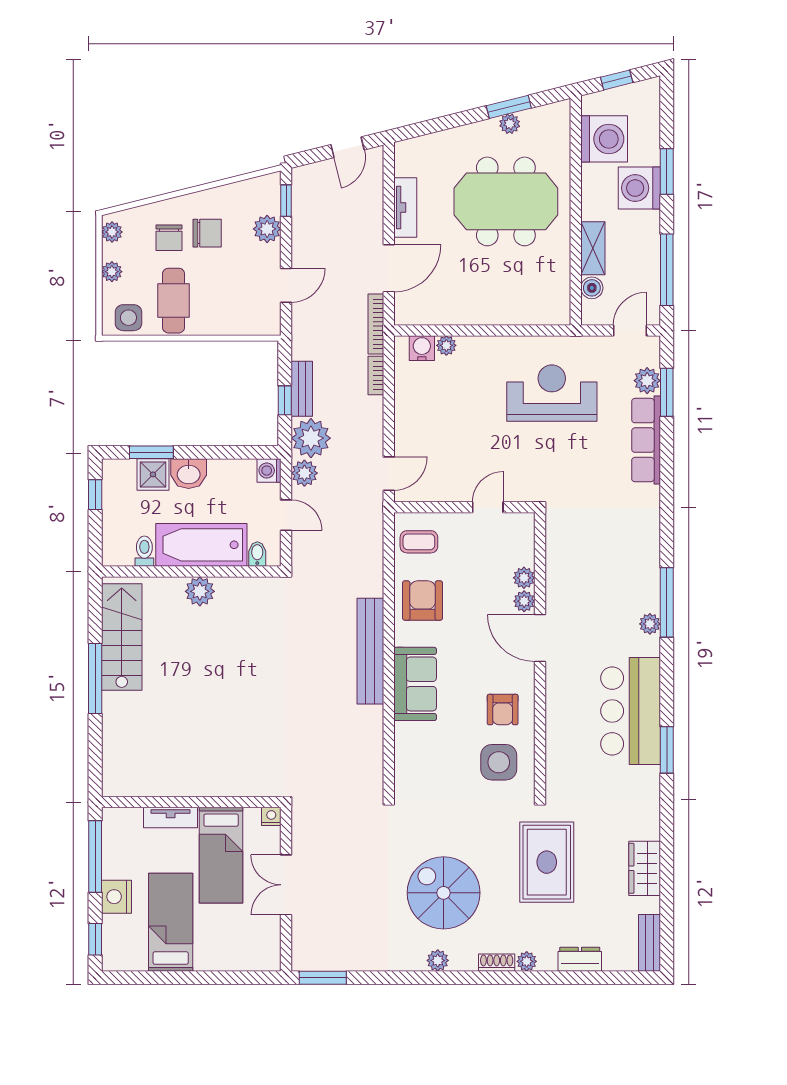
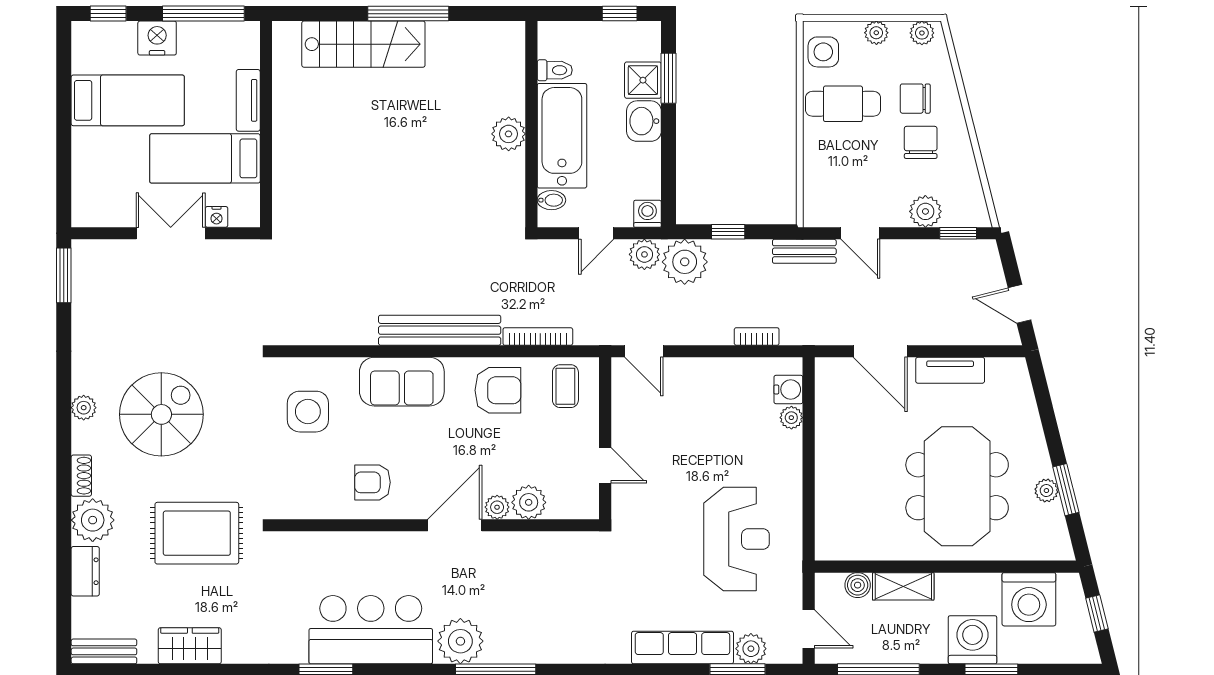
chair: (207, 233) -> (921, 142), turned 180
bookcase: (376, 324) -> (538, 336), moved
bench: (302, 389) -> (804, 251), moved
plant: (524, 578) -> (529, 502), width x1.38, depth x1.38
plant: (650, 624) -> (460, 641), width x1.87, depth x1.87
stairs: (122, 637) -> (363, 44), moved
side table: (499, 762) -> (308, 412), moved
nightstand: (271, 816) -> (217, 217), moved, turned 90
plant: (527, 961) -> (93, 520), width x1.87, depth x1.87

